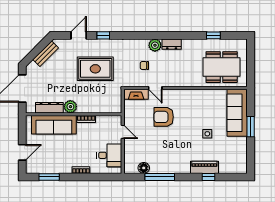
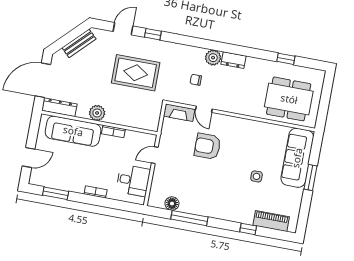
dresser: (49, 108) -> (59, 107), moved
door: (123, 132) -> (155, 155), swing flipped
piano: (204, 167) -> (271, 221), moved

